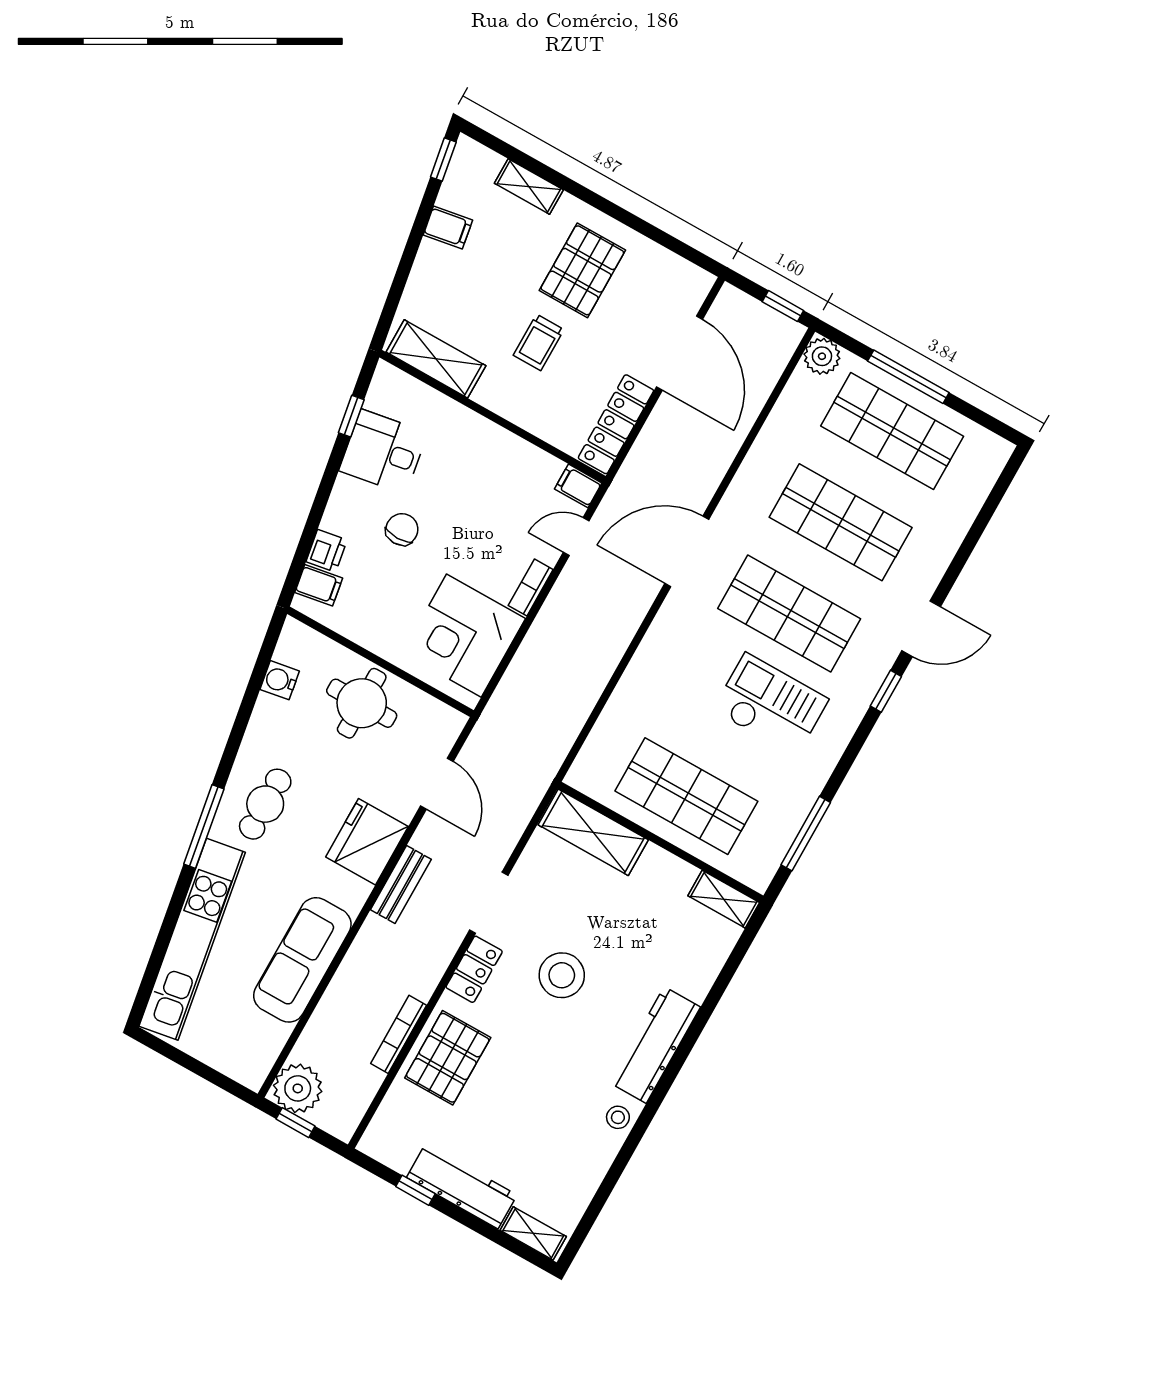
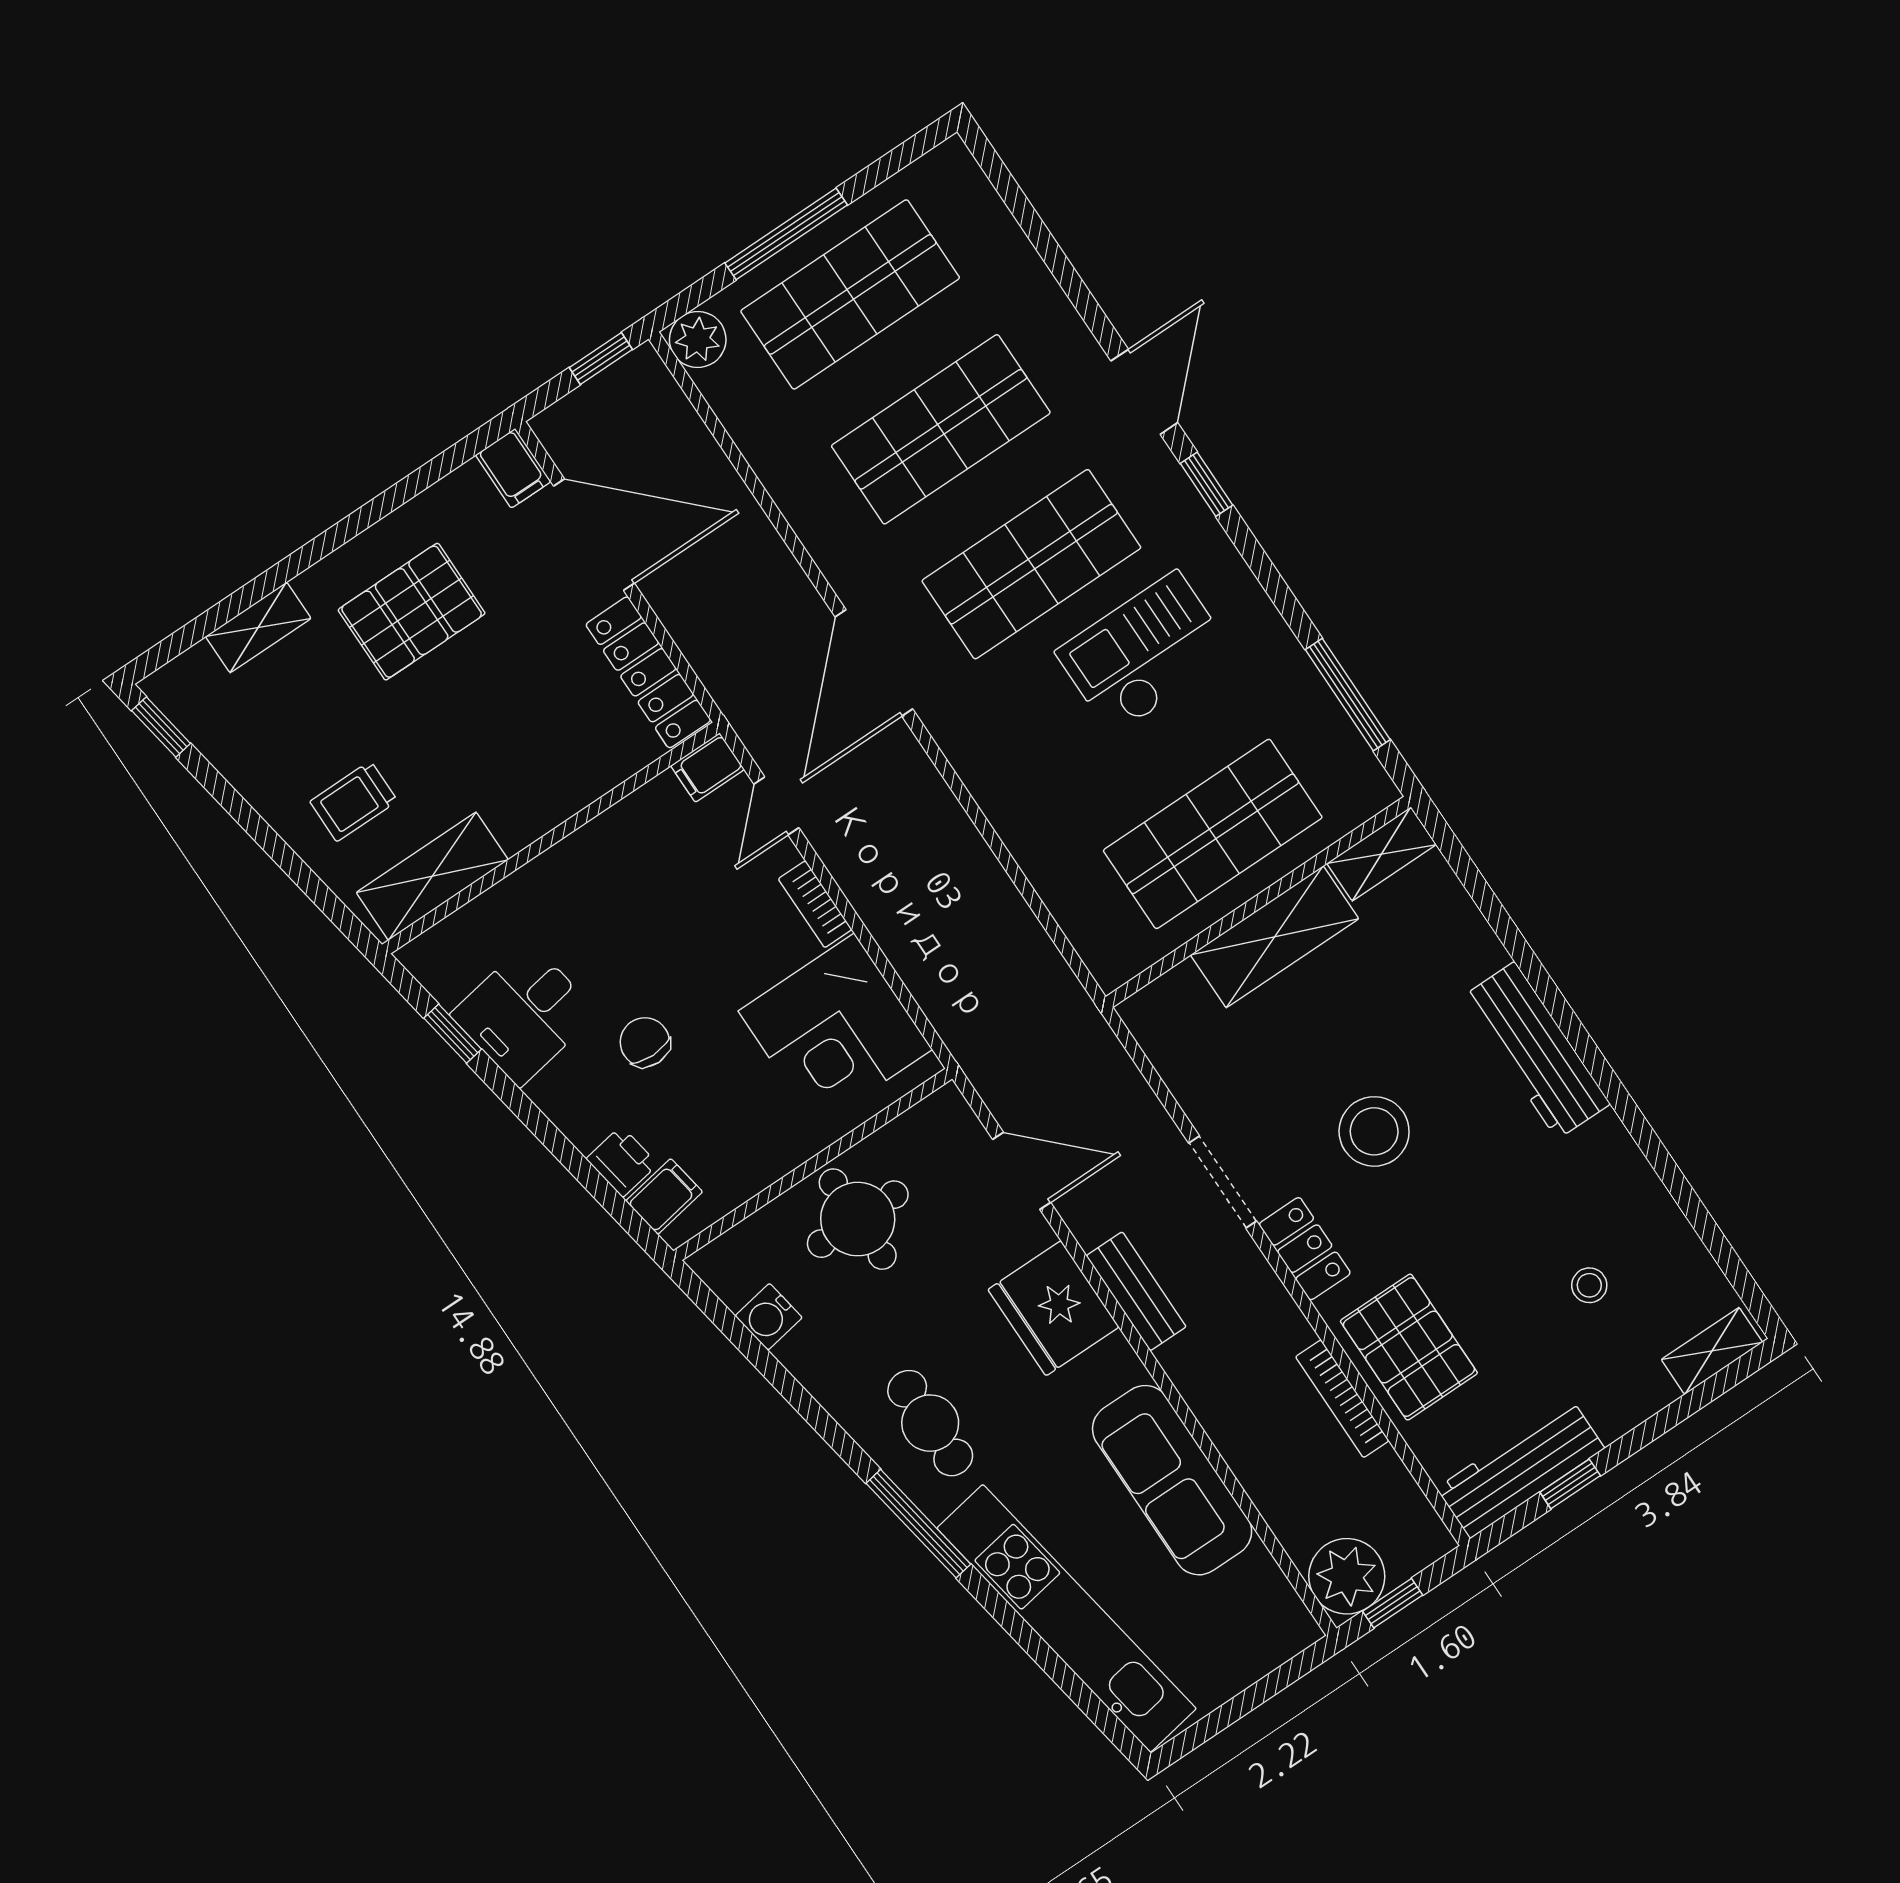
filing cabinet: (448, 227) -> (513, 468), moved, turned 100
pallet: (582, 270) -> (412, 612), turned 90
trolley: (539, 342) -> (354, 801), moved, turned 90
shelving: (593, 832) -> (1275, 937), moved
stool: (618, 1117) -> (1589, 1285), moved
workbench: (462, 1186) -> (1520, 1468), moved

